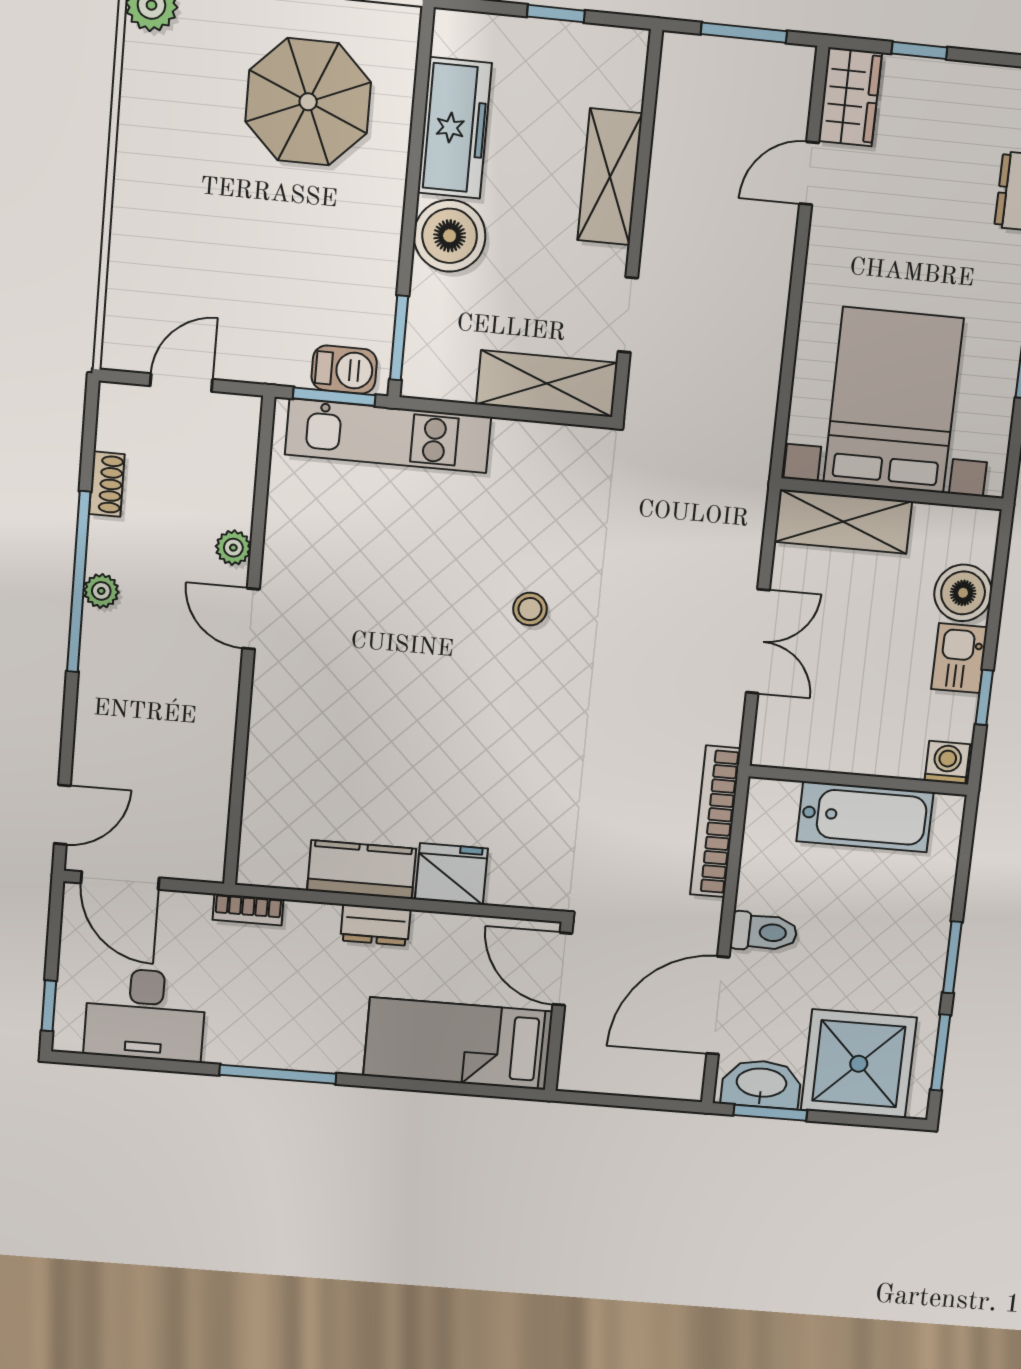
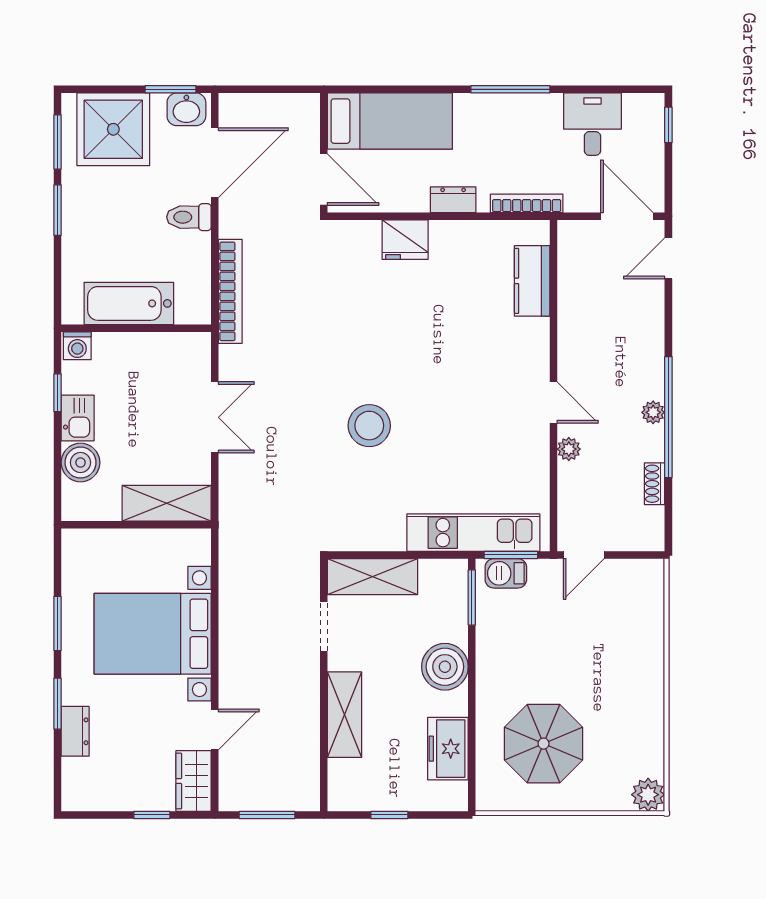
freezer: (455, 128) -> (448, 749), width x0.71
door: (181, 383) -> (584, 555), moved
bed with nightstands: (893, 400) -> (153, 634), moved, turned 90
stool: (530, 609) -> (369, 426), width x1.89, depth x1.89
double door: (758, 641) -> (215, 417), swing flipped
kitchen counter: (362, 870) -> (532, 281), moved, turned 90
bookcase: (248, 910) -> (527, 203), width x1.56
desk: (145, 1015) -> (592, 124), width x0.73
washbasin: (761, 1084) -> (186, 109), width x0.72

